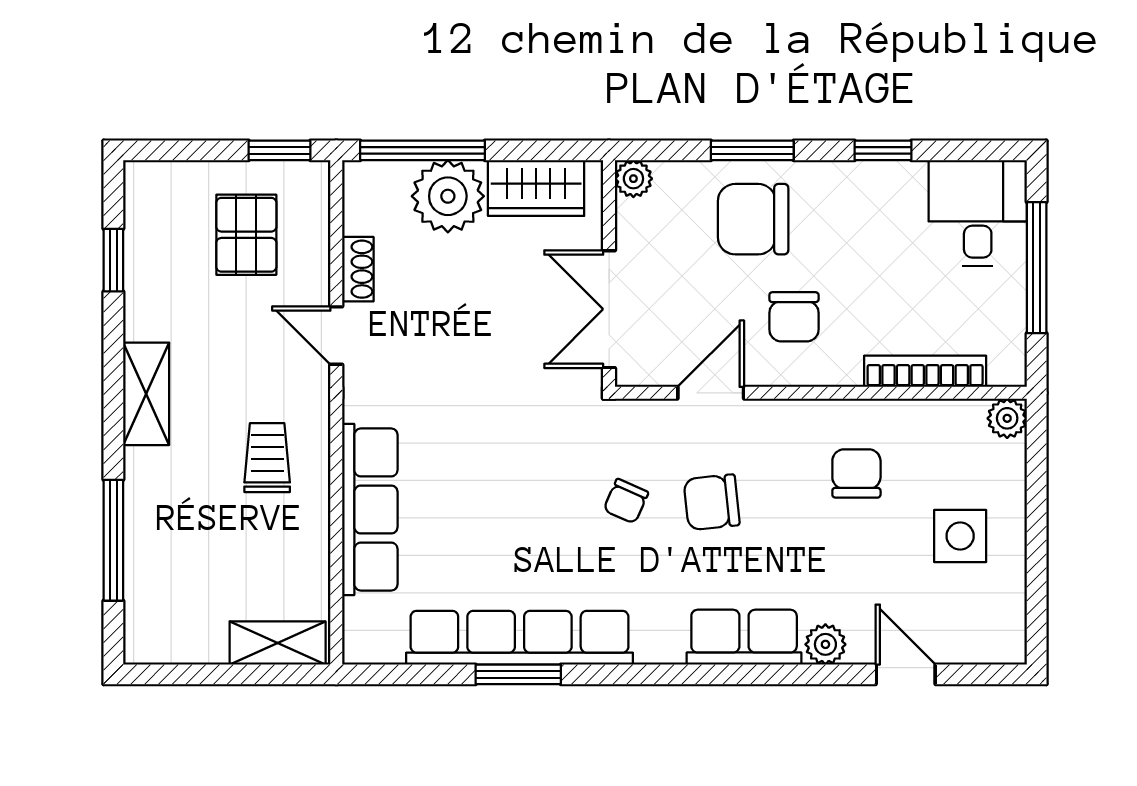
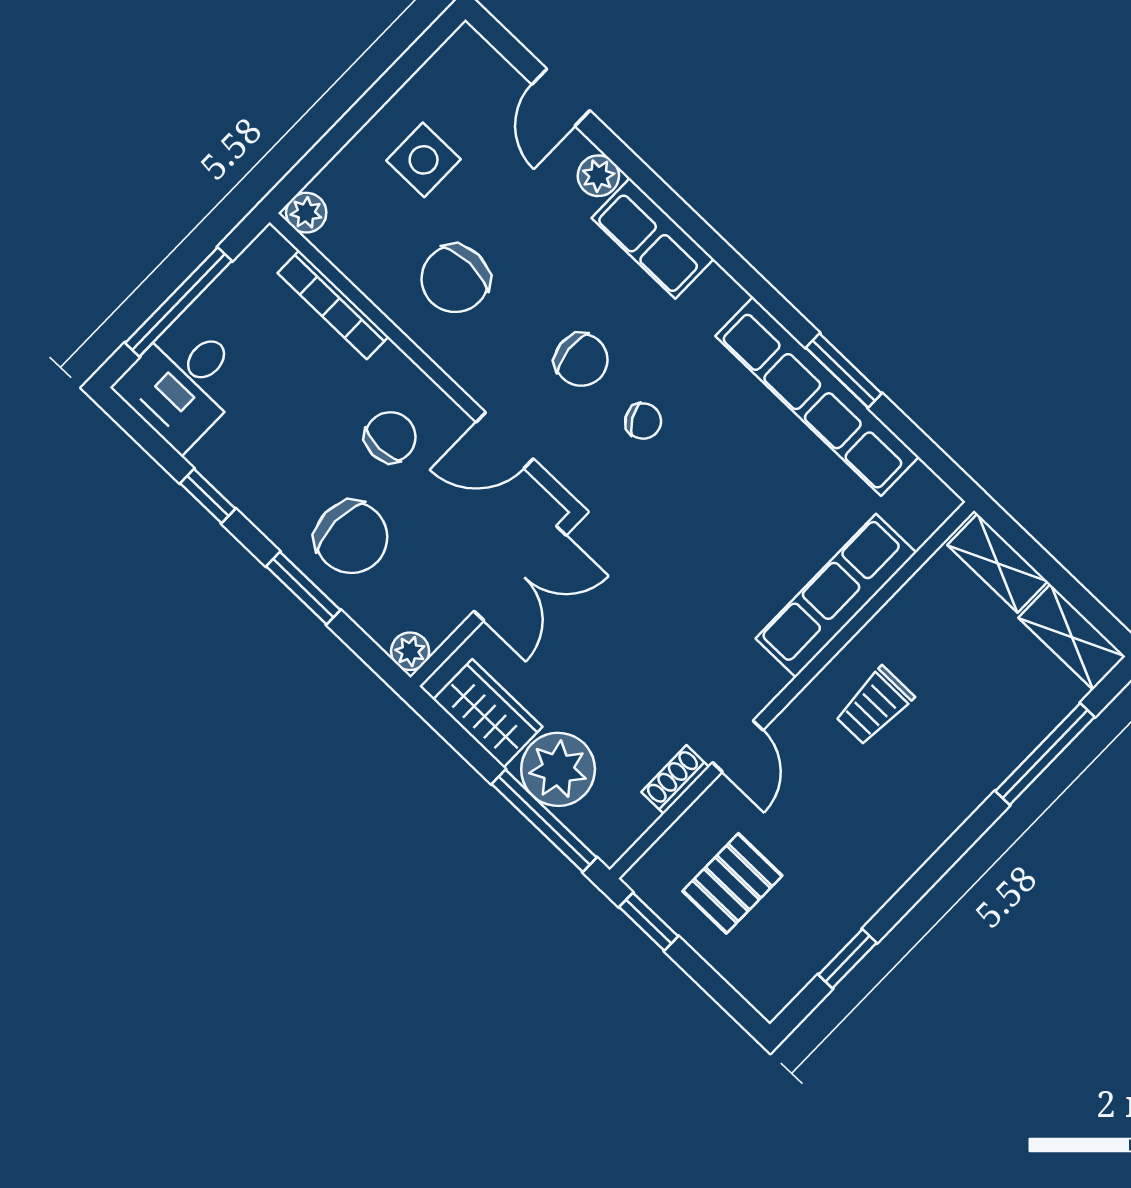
shelving: (146, 394) -> (1072, 637), moved, turned 90
chair: (856, 473) -> (455, 279), width x1.37, depth x1.37
chair: (626, 501) -> (643, 421), turned 37

